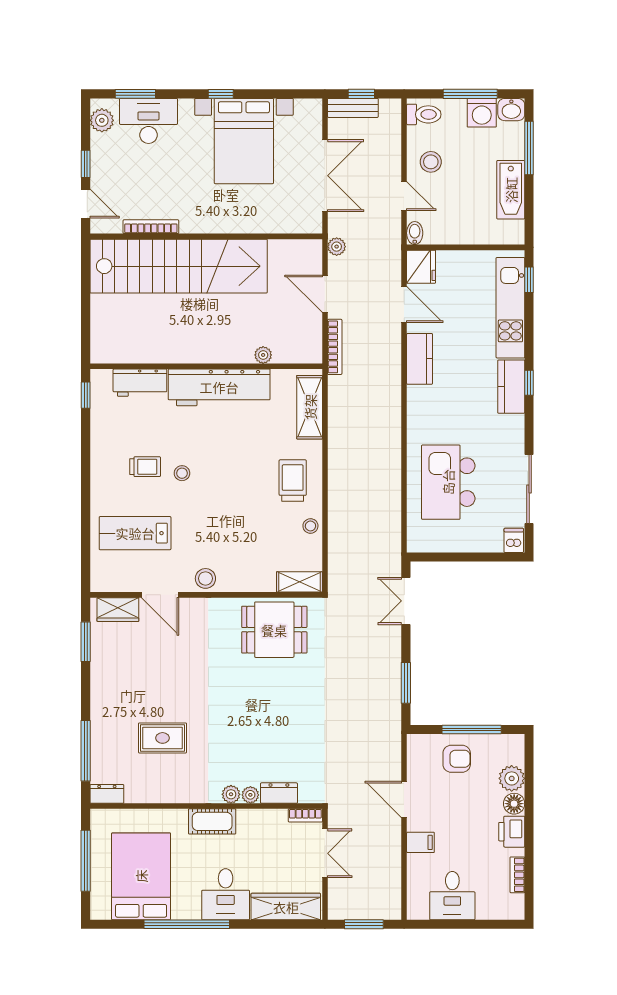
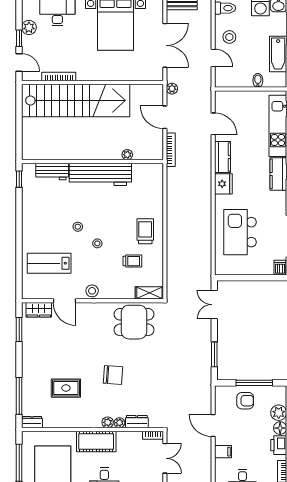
plant: (102, 120) -> (29, 27), moved
bidet: (415, 233) -> (258, 80), moved
fridge: (421, 267) -> (223, 184), moved
shelving: (310, 407) -> (155, 186), removed
trolley: (145, 467) -> (132, 261), moved
stool: (310, 526) -> (97, 243), moved
chair: (240, 716) -> (113, 375), added
cot: (212, 821) -> (96, 442), width x1.37, depth x1.34

